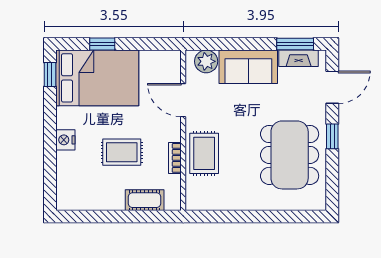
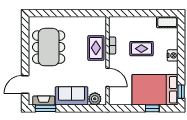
window: (332, 136) -> (25, 57), removed
cot: (145, 200) -> (167, 22), moved

